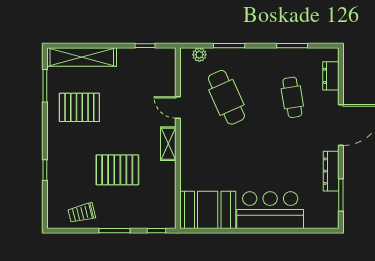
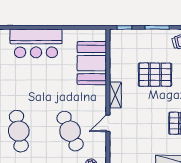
cafe table: (292, 97) -> (19, 131), width x1.37, depth x1.35
door: (178, 107) -> (108, 123), swing flipped
booth: (208, 210) -> (92, 63), moved, turned 90

